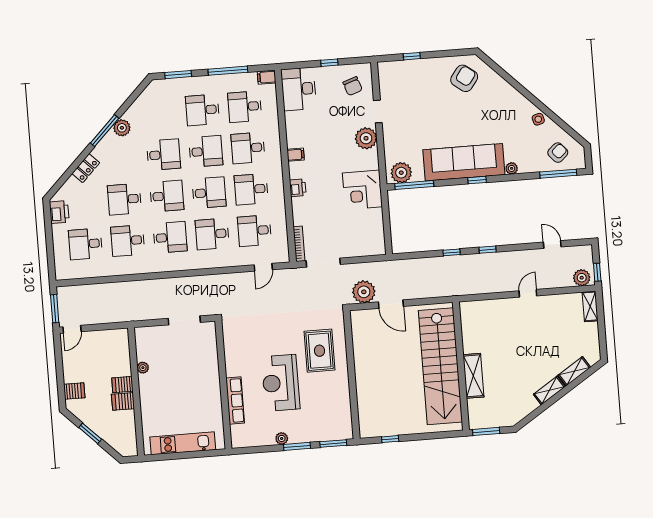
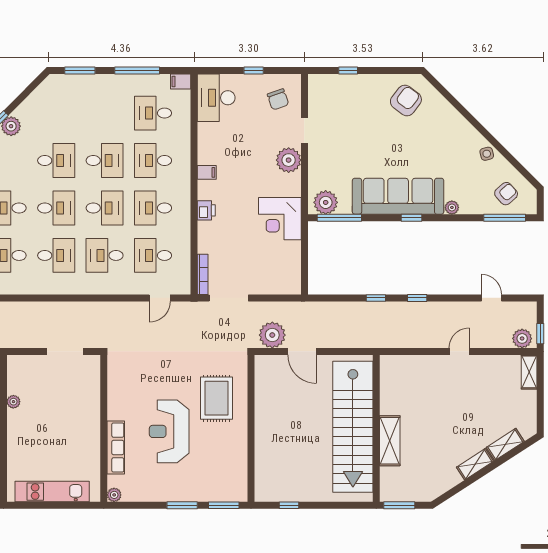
desk: (202, 110) -> (105, 113), removed
plant: (282, 438) -> (114, 495), moved

